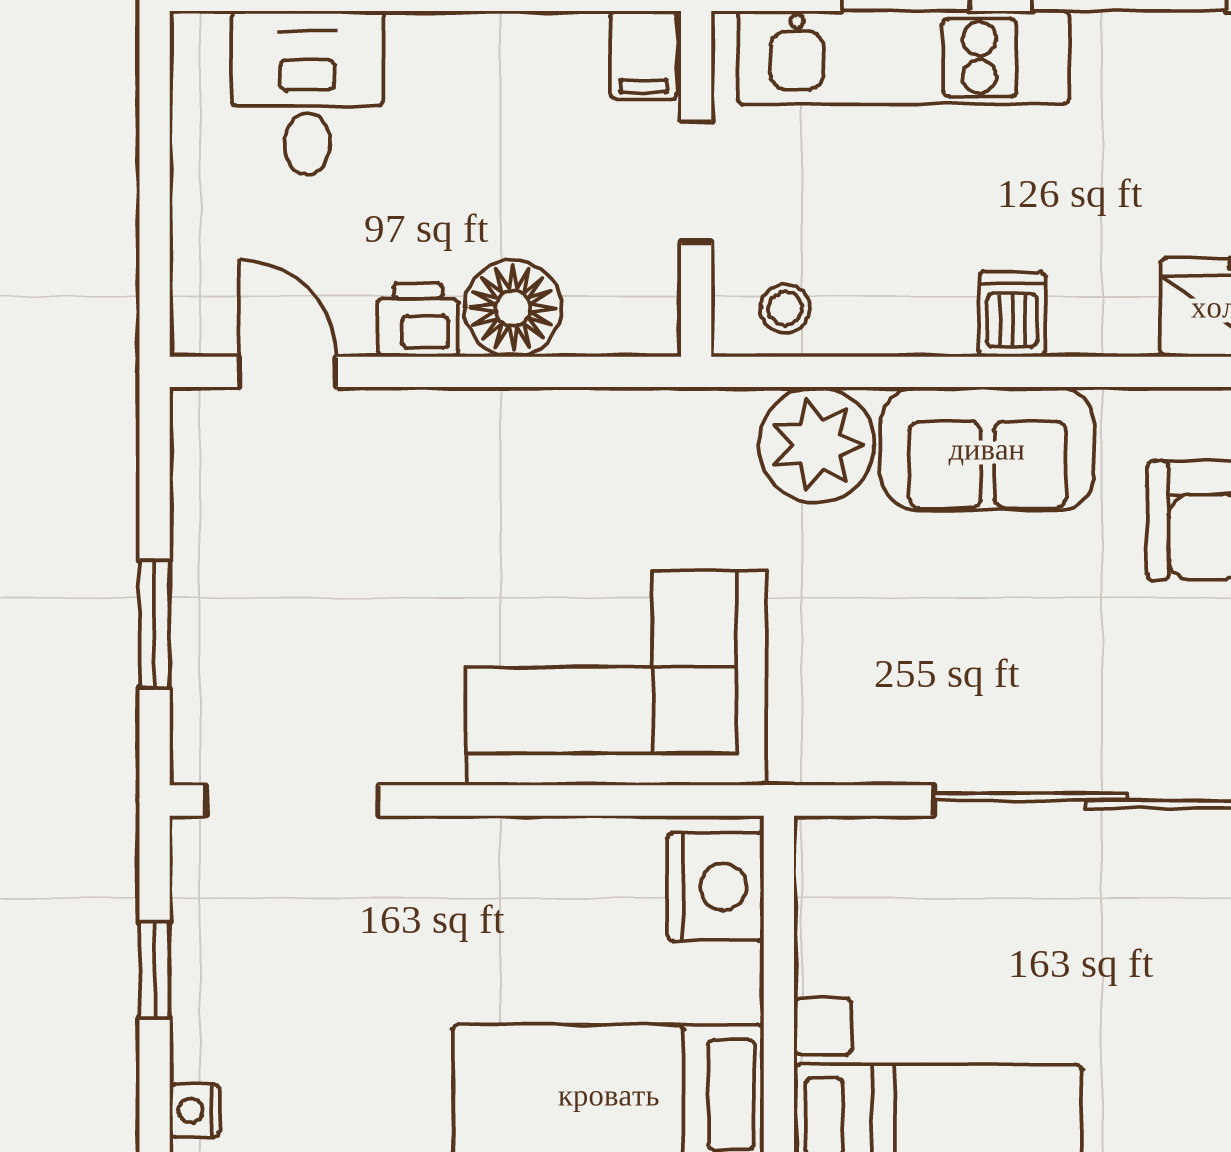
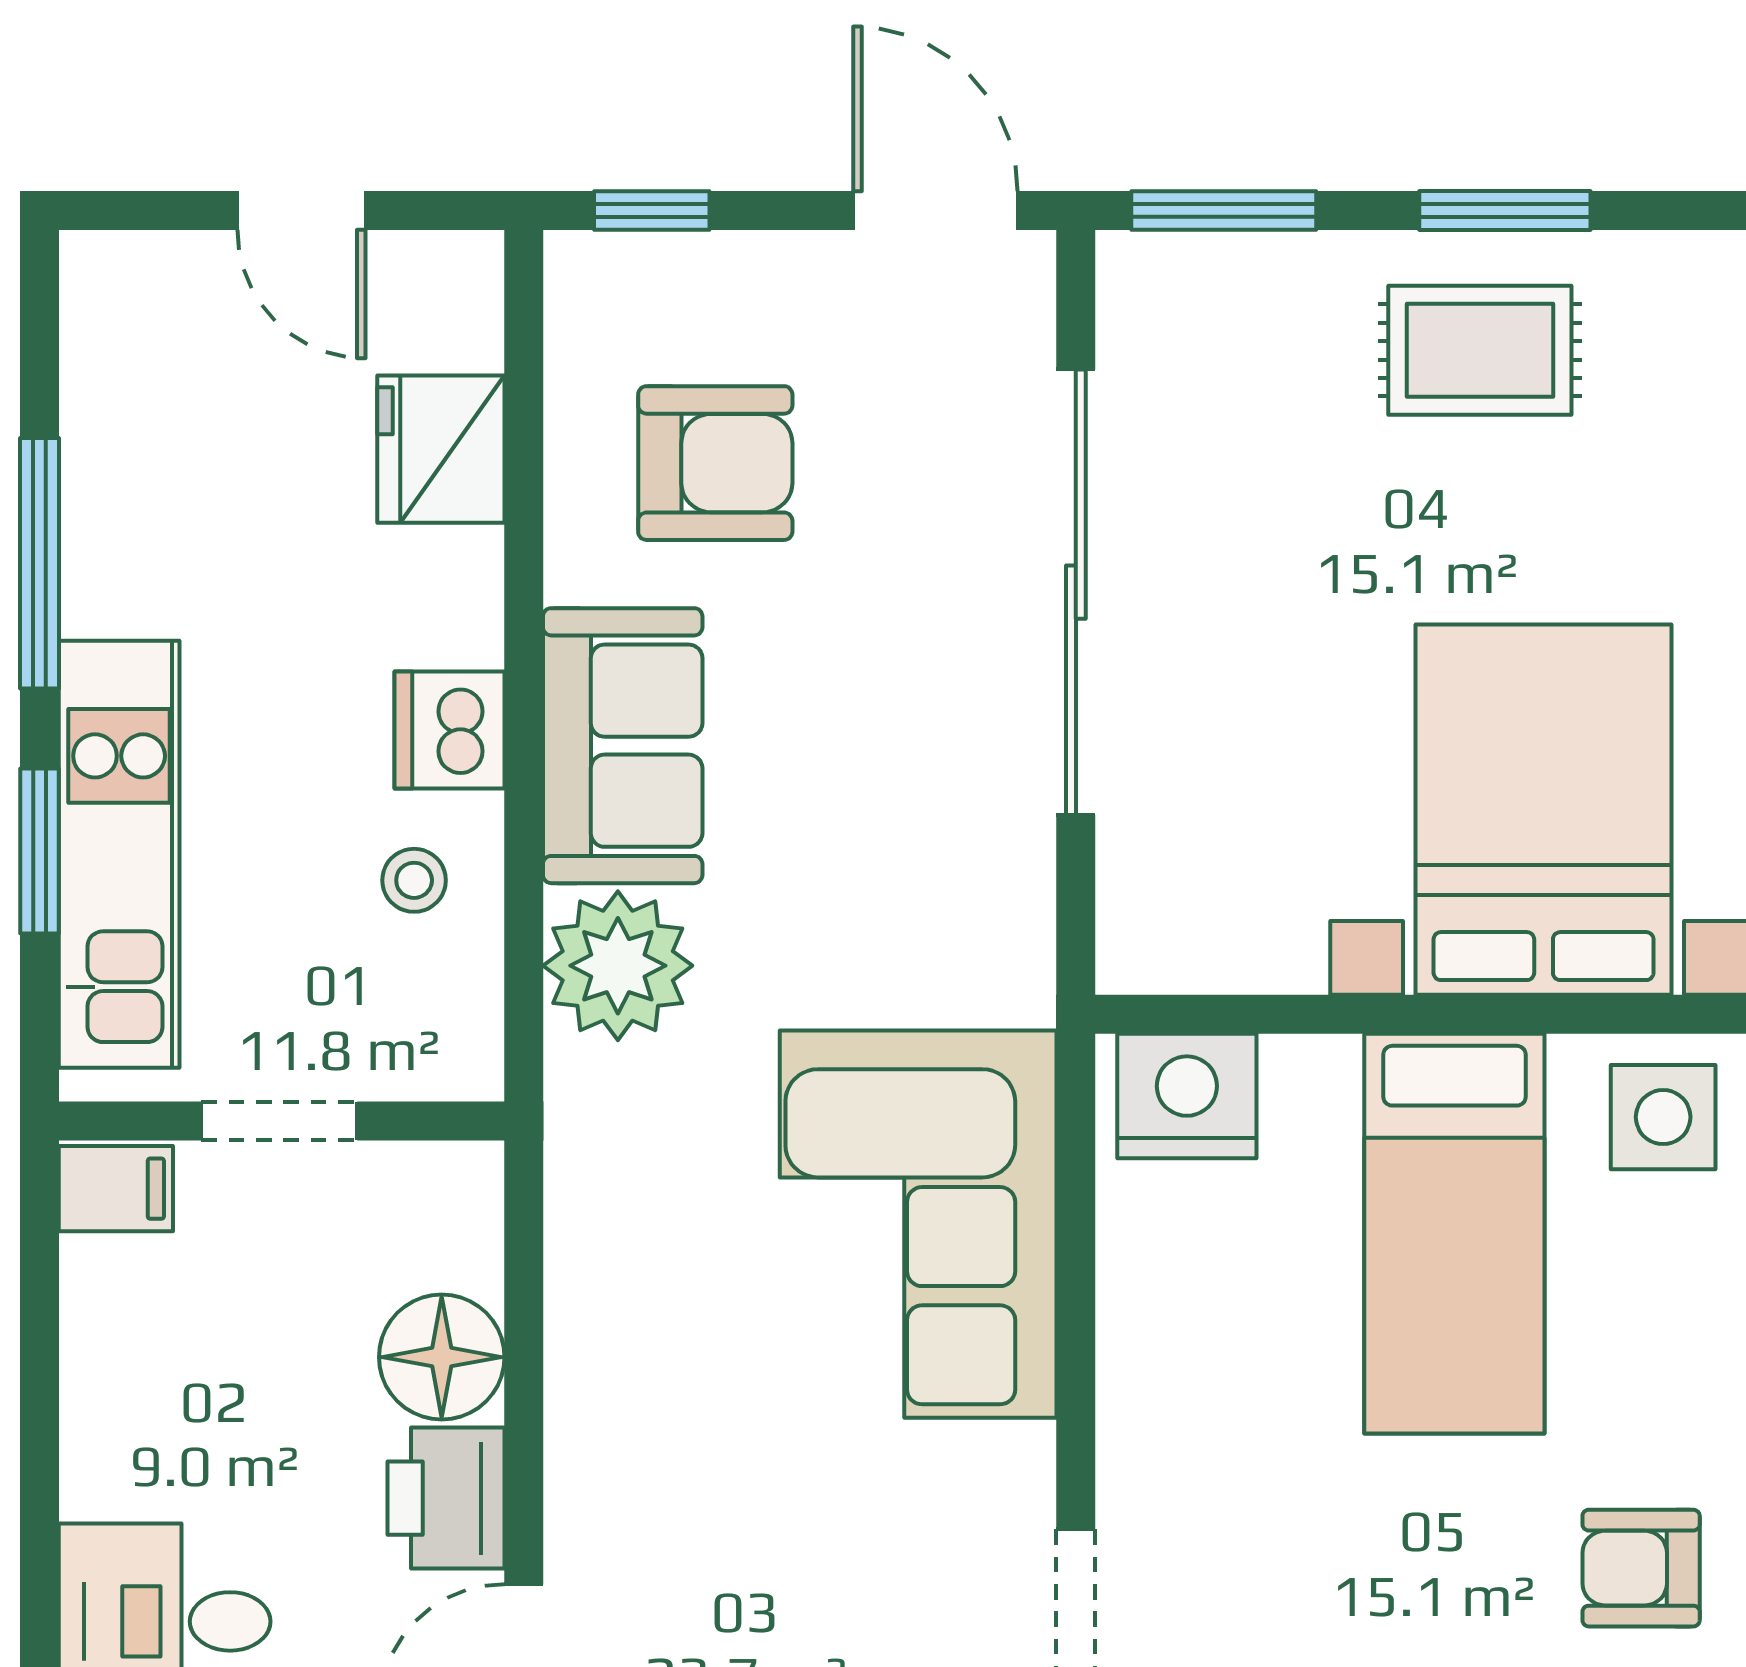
stool: (785, 309) -> (414, 880), moved
dishwasher: (1012, 314) -> (450, 730), width x1.38
printer: (418, 320) -> (446, 1498), width x1.36, depth x1.24

